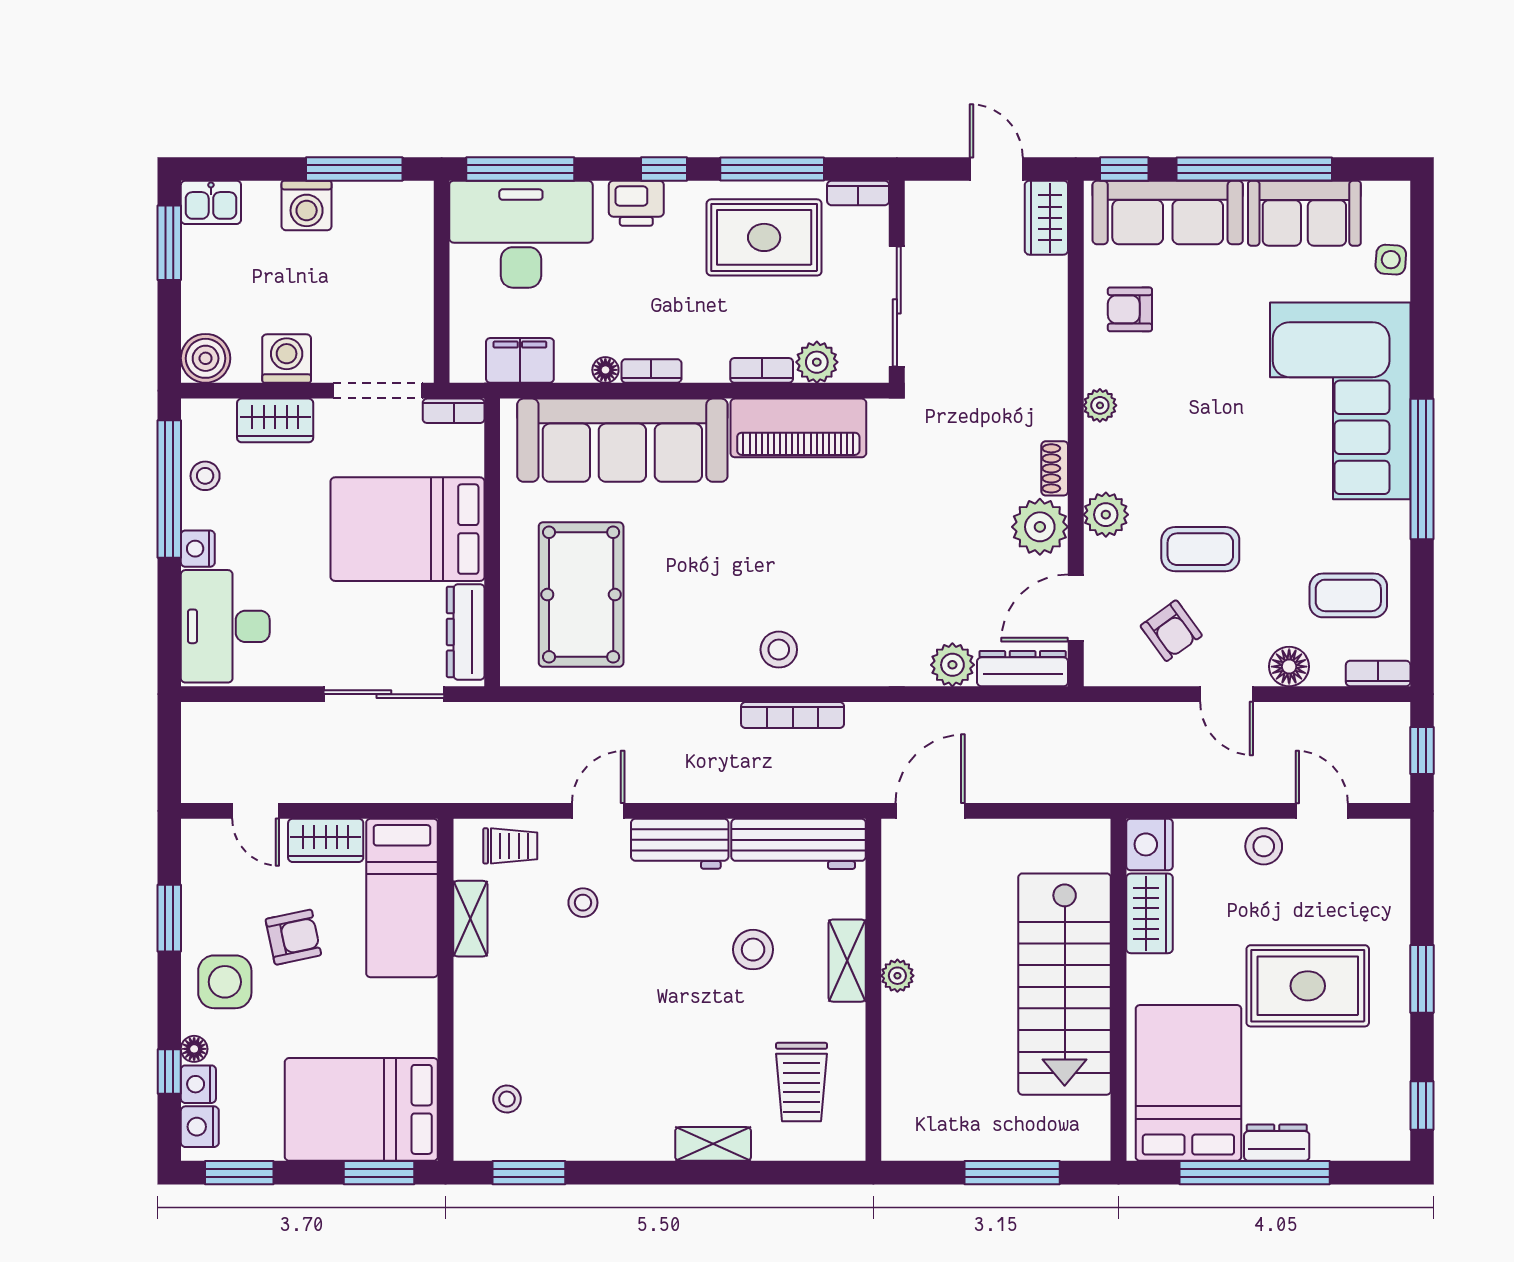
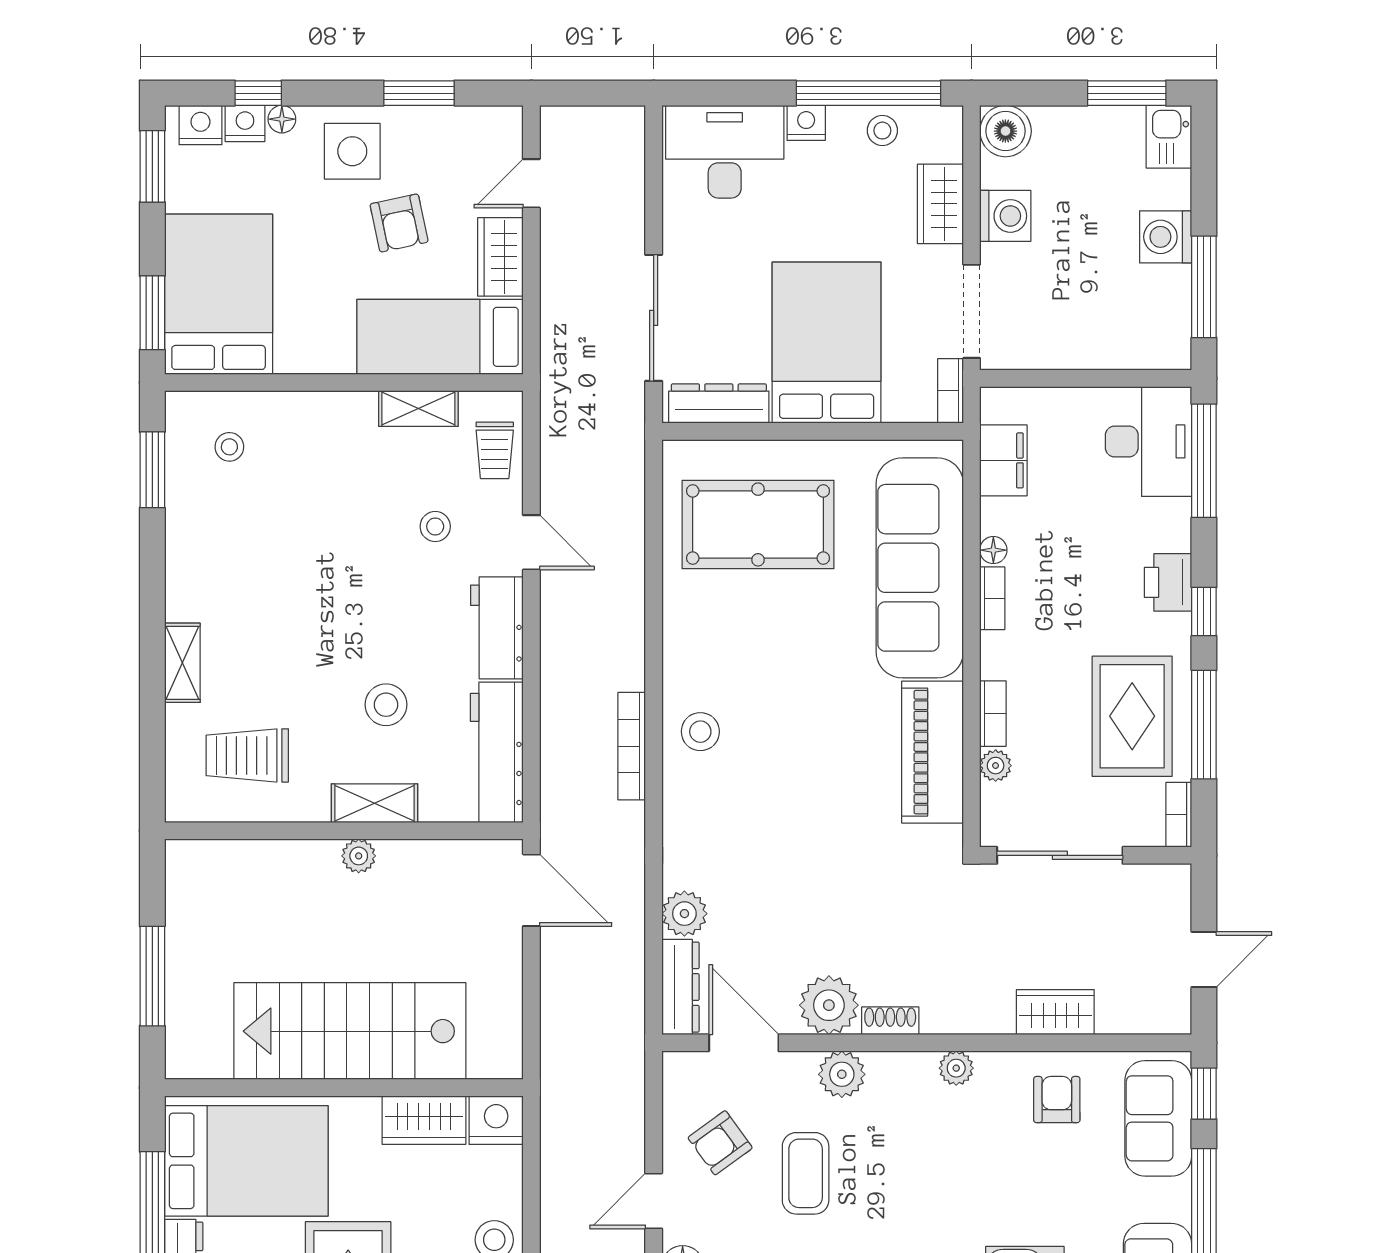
sofa: (1168, 213) -> (1158, 1118), width x0.73
wardrobe: (1046, 218) -> (1055, 1012), moved
desk: (521, 234) -> (1149, 441), width x0.73, depth x0.77
plant: (817, 362) -> (996, 766), width x0.73, depth x0.73

